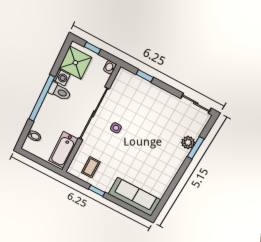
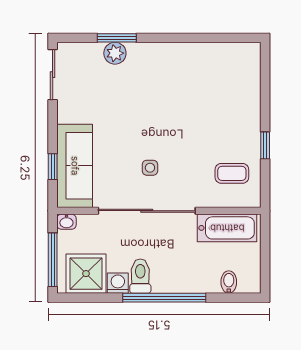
window: (92, 48) -> (53, 260), width x2.17
sofa: (134, 197) -> (75, 166), moved, turned 180

